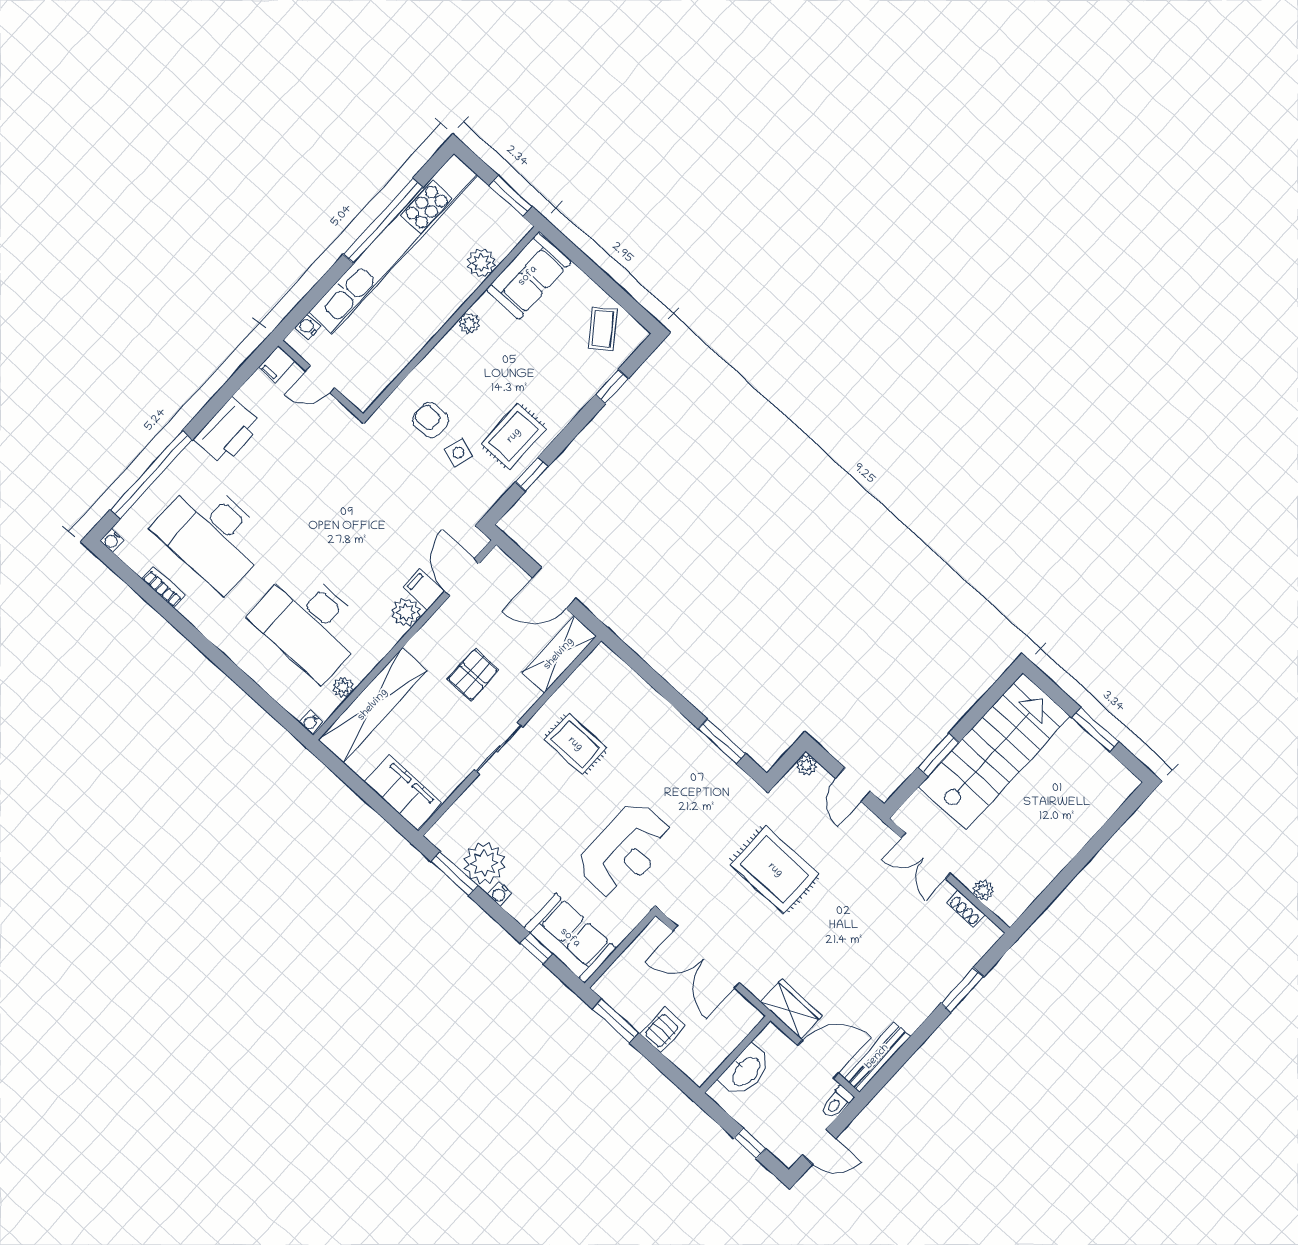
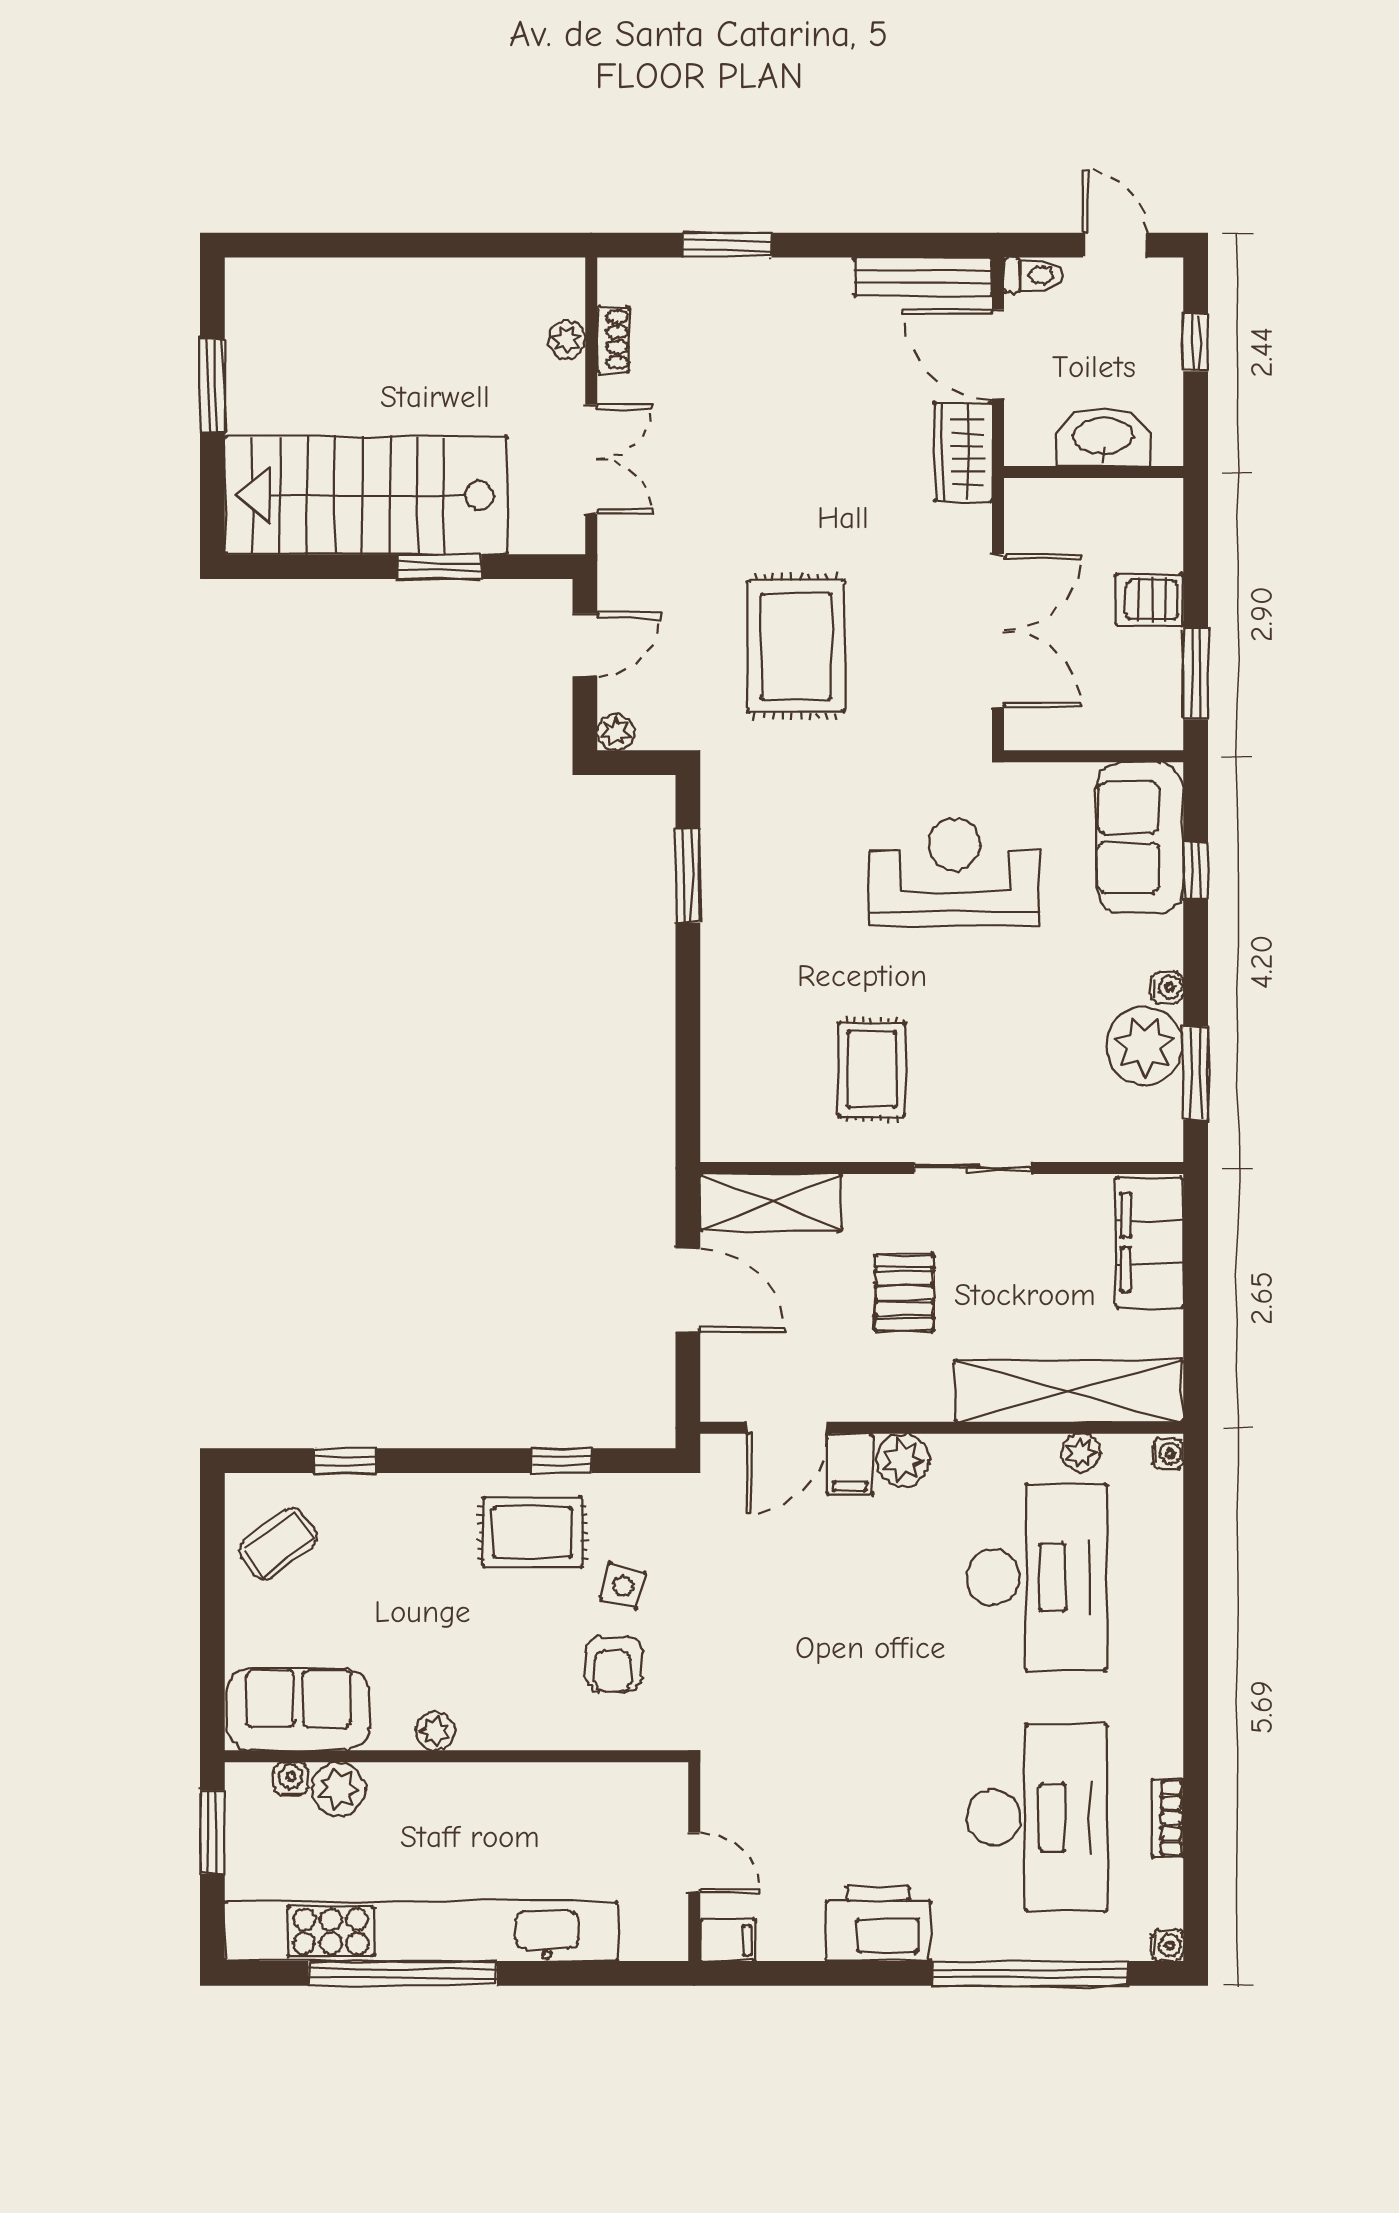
water cooler: (308, 327) -> (291, 1779), moved, turned 180
pallet: (473, 675) -> (904, 1293), turned 90

